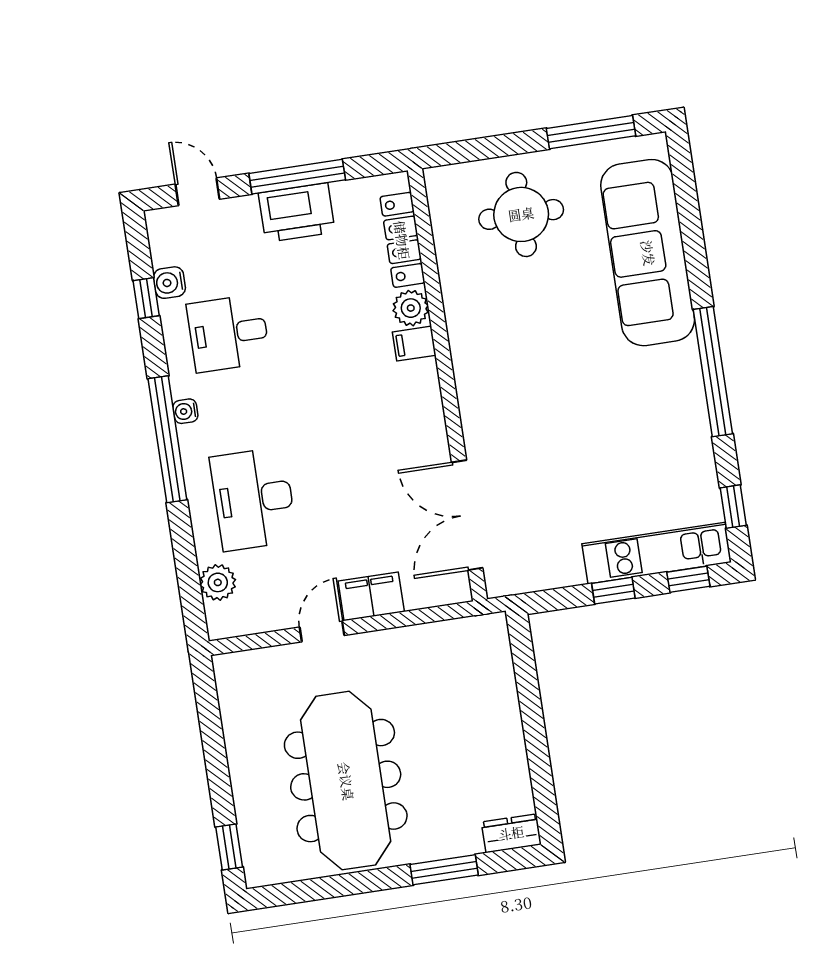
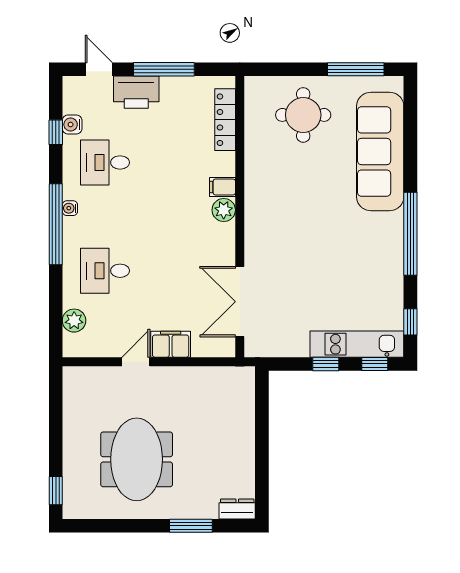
printer: (297, 213) -> (136, 92), moved
plant: (411, 308) -> (224, 210), moved
desk: (253, 499) -> (105, 271), width x0.73
meeting table: (346, 781) -> (137, 459), width x0.73

